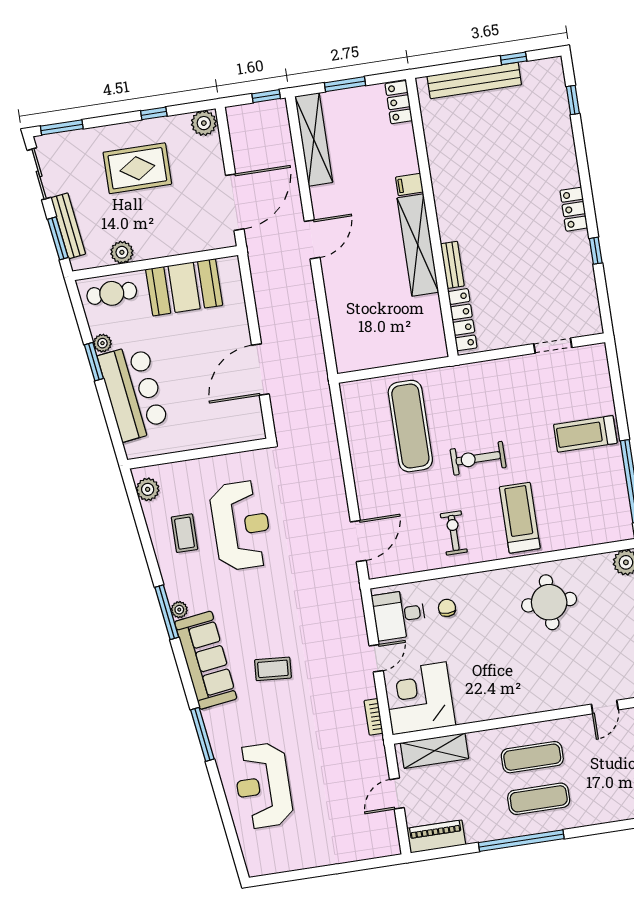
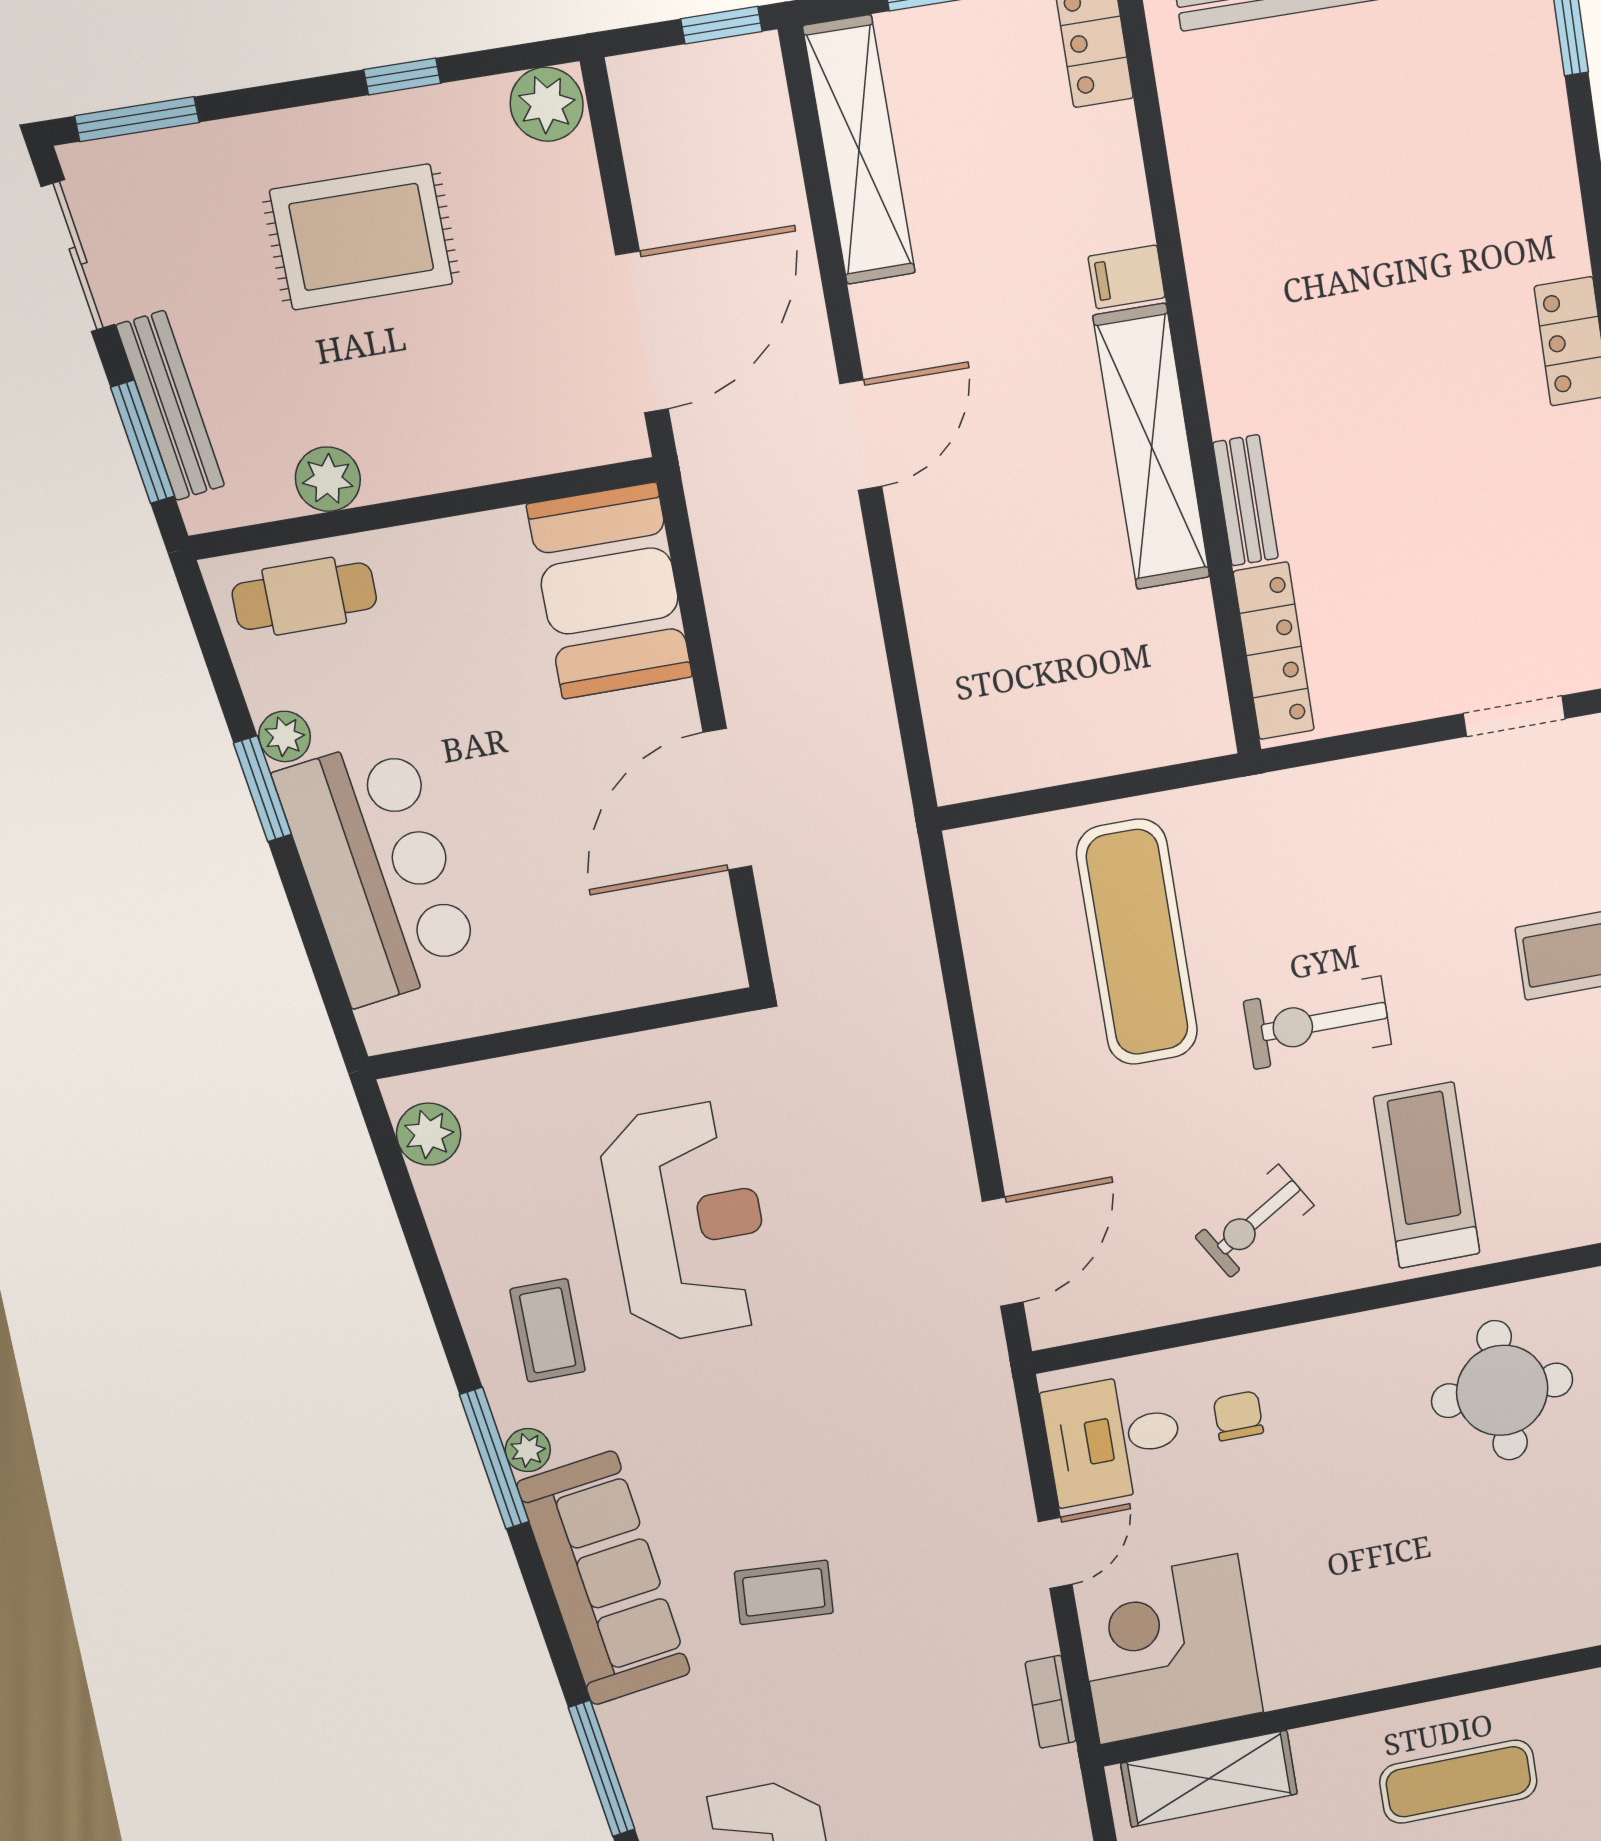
booth: (184, 287) -> (610, 591), moved, turned 90
coffee table: (185, 533) -> (548, 1330), moved
exercise bike: (454, 533) -> (1254, 1221), turned -121

